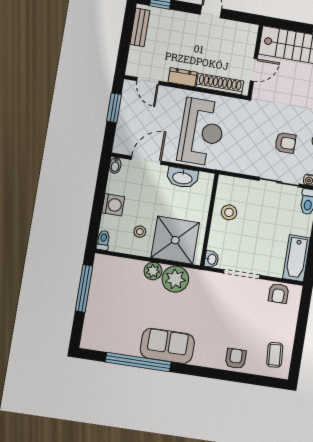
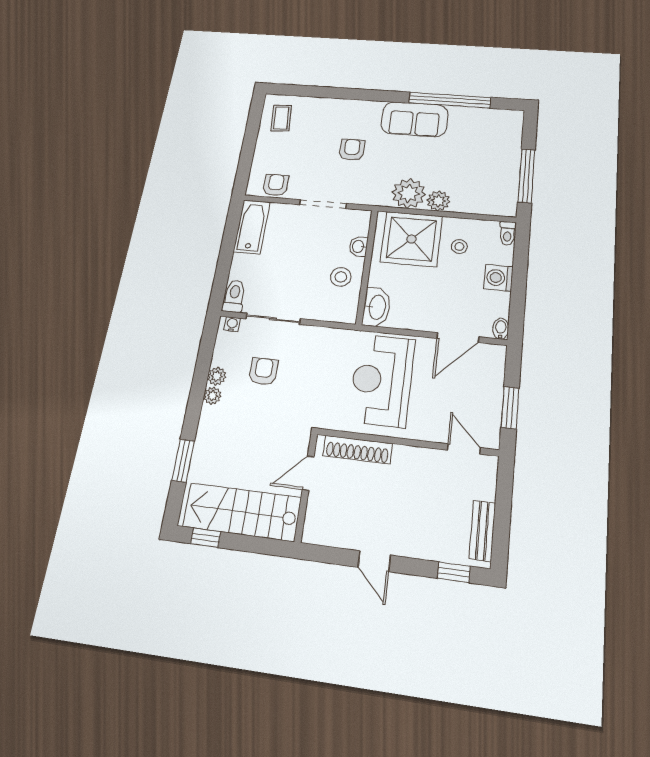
dresser: (183, 77) -> (413, 457), removed
armchair: (285, 143) -> (263, 371), turned 90
washbasin: (182, 178) -> (377, 307), moved, turned 90
washbasin: (212, 259) -> (358, 246), moved
armchair: (236, 359) -> (352, 150), moved, turned 180

